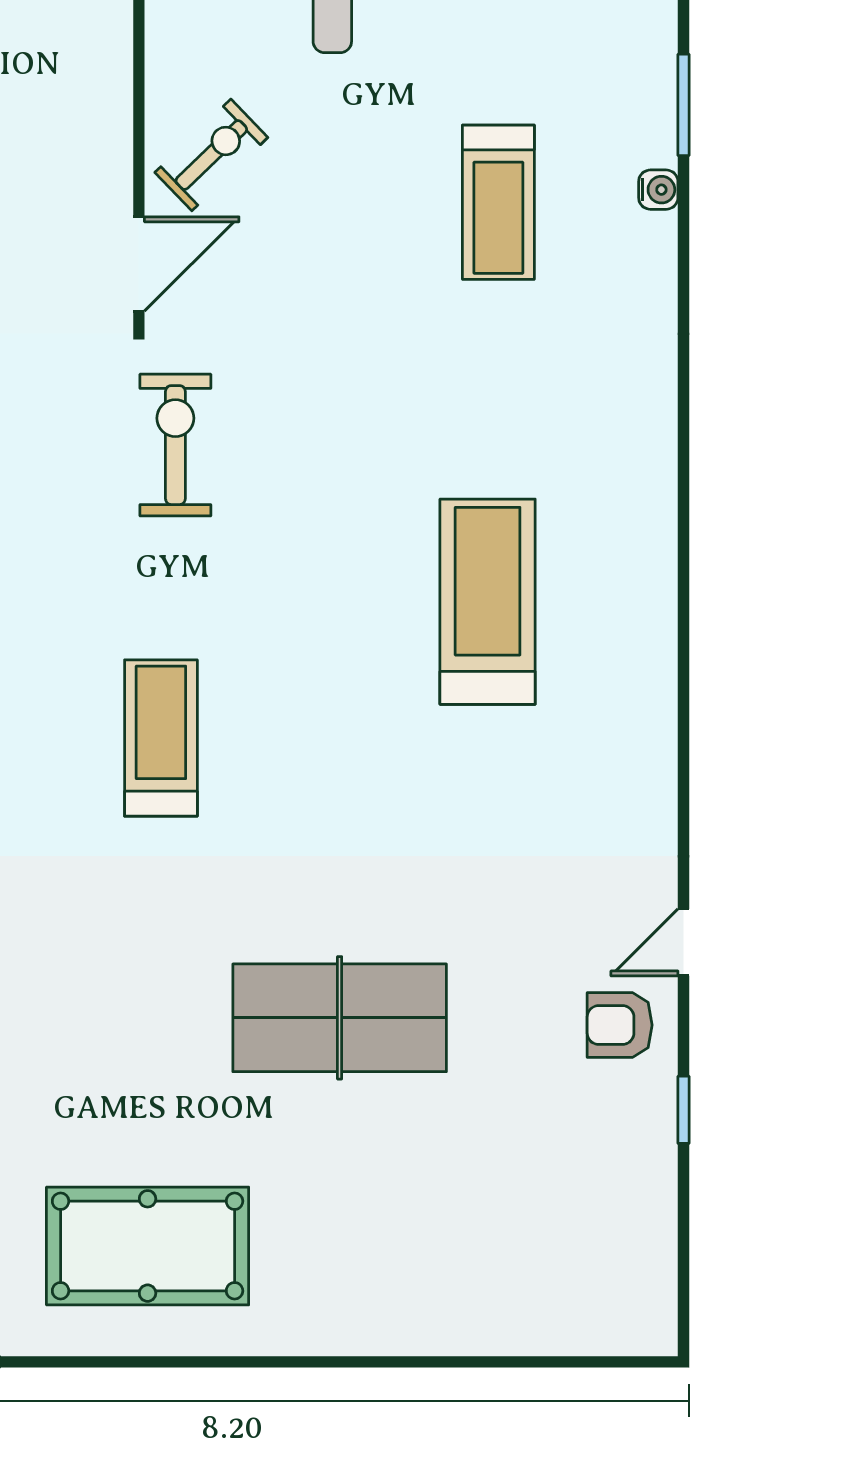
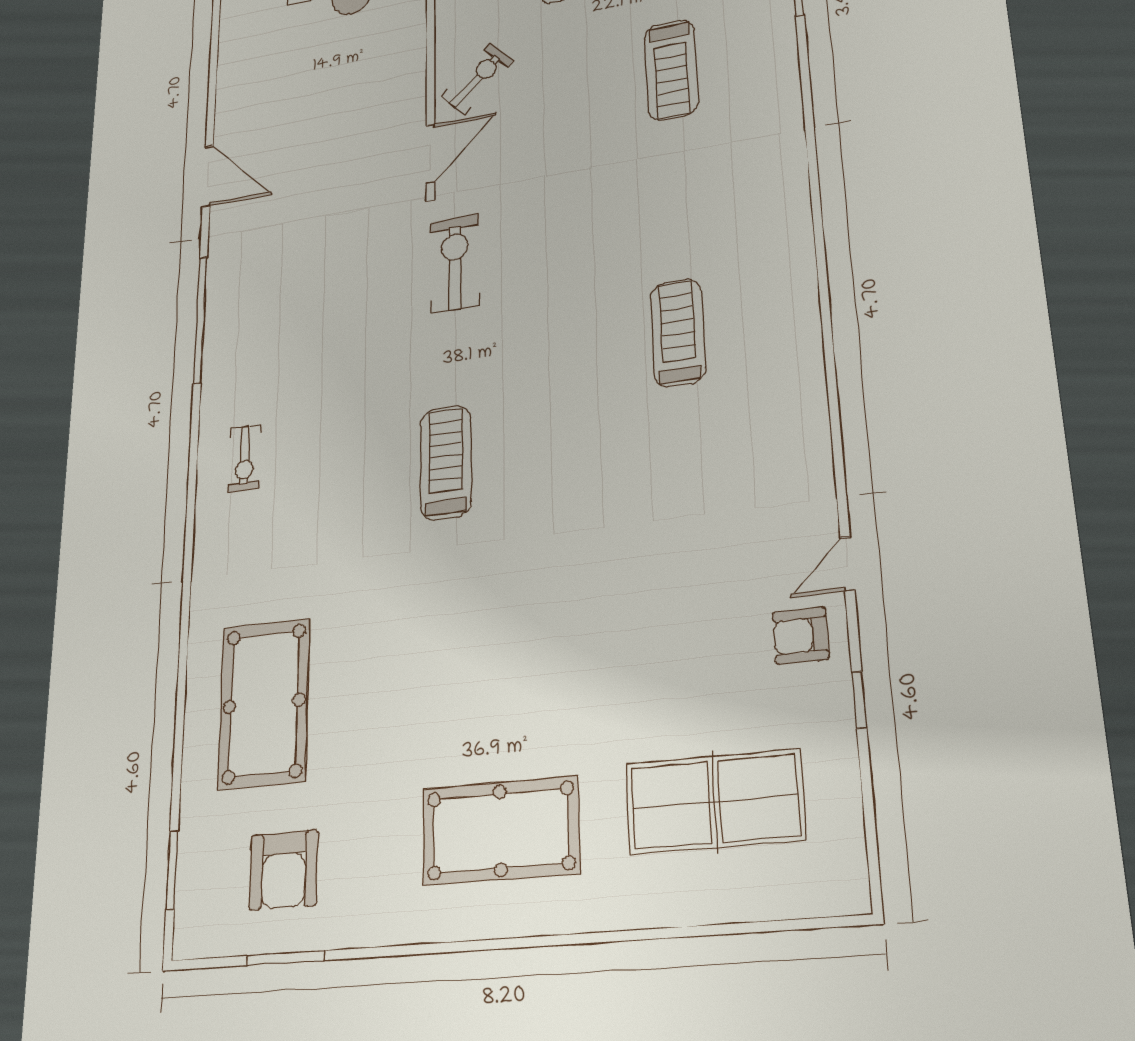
water cooler: (658, 190) -> (784, 40), removed
treadmill: (488, 602) -> (678, 333), width x0.73, depth x0.73
table tennis table: (340, 1018) -> (715, 802), moved
pool table: (148, 1246) -> (500, 831), moved

